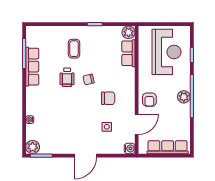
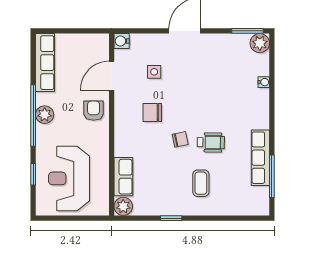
wheelchair: (67, 77) -> (211, 142), turned 91
row of seats: (168, 147) -> (45, 63), moved, turned -90

